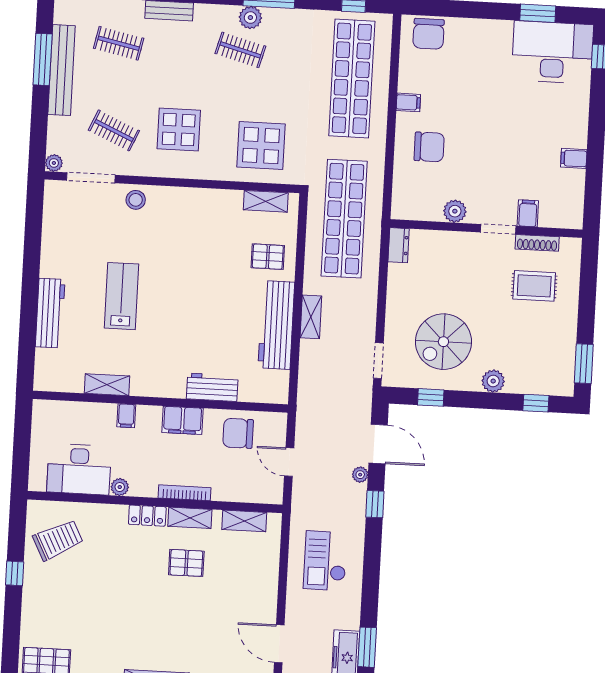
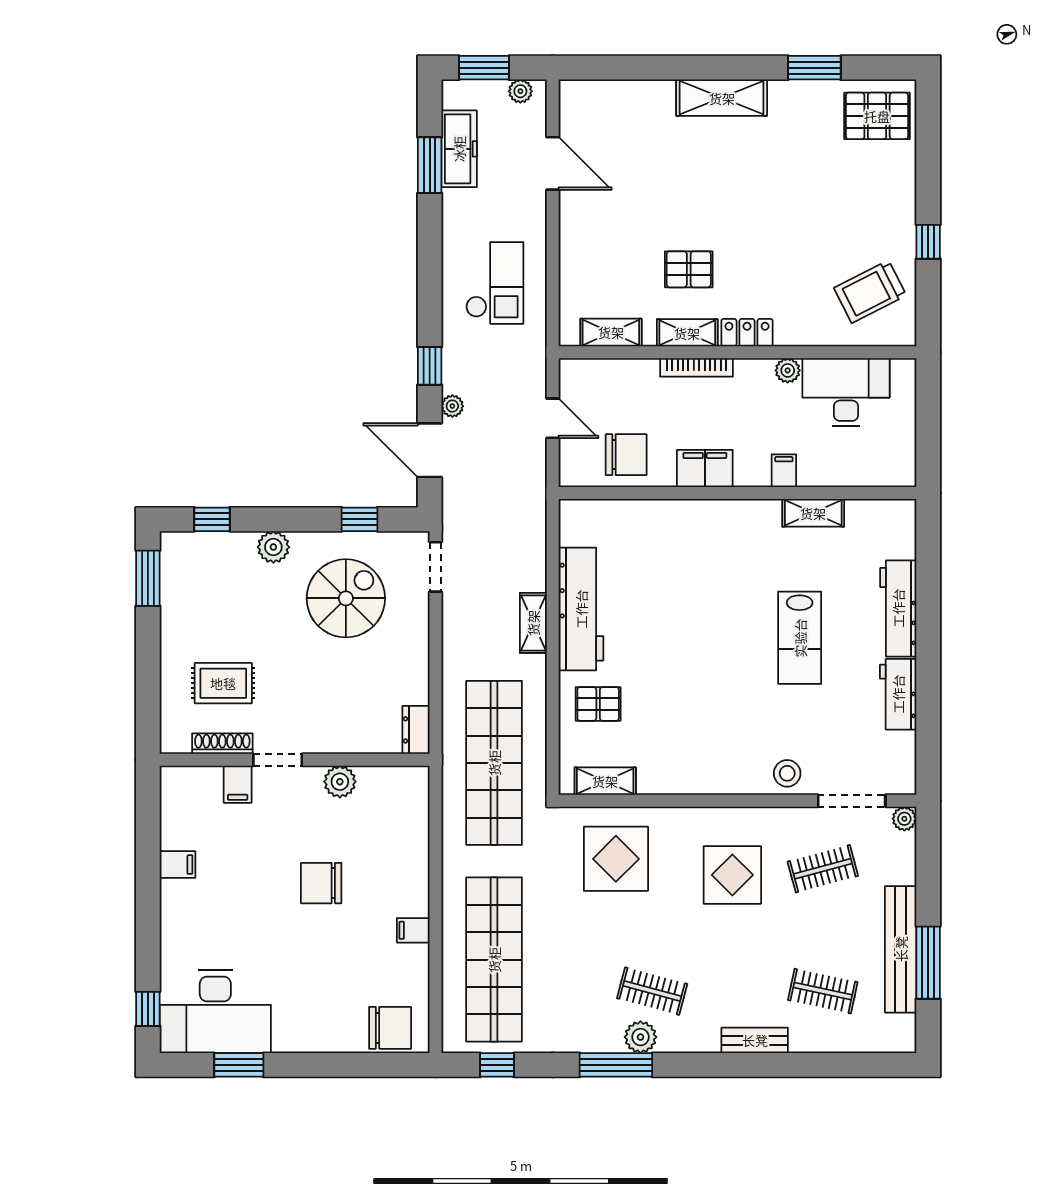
chair: (429, 34) -> (390, 1028), turned 90
clothes rail: (114, 130) -> (823, 869), turned -39
chair: (429, 147) -> (321, 883), moved
workbench: (212, 387) -> (898, 694), moved, turned 90

